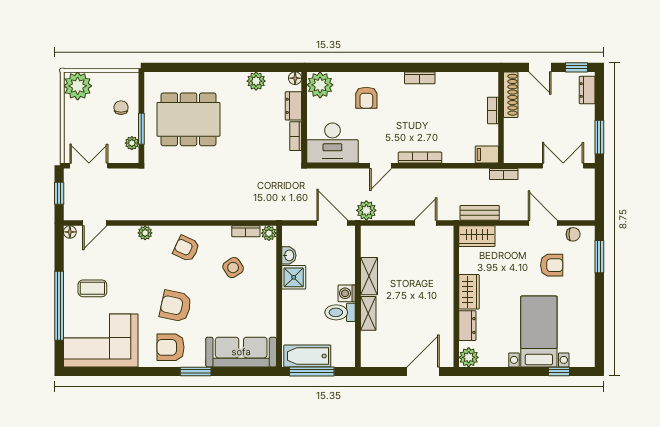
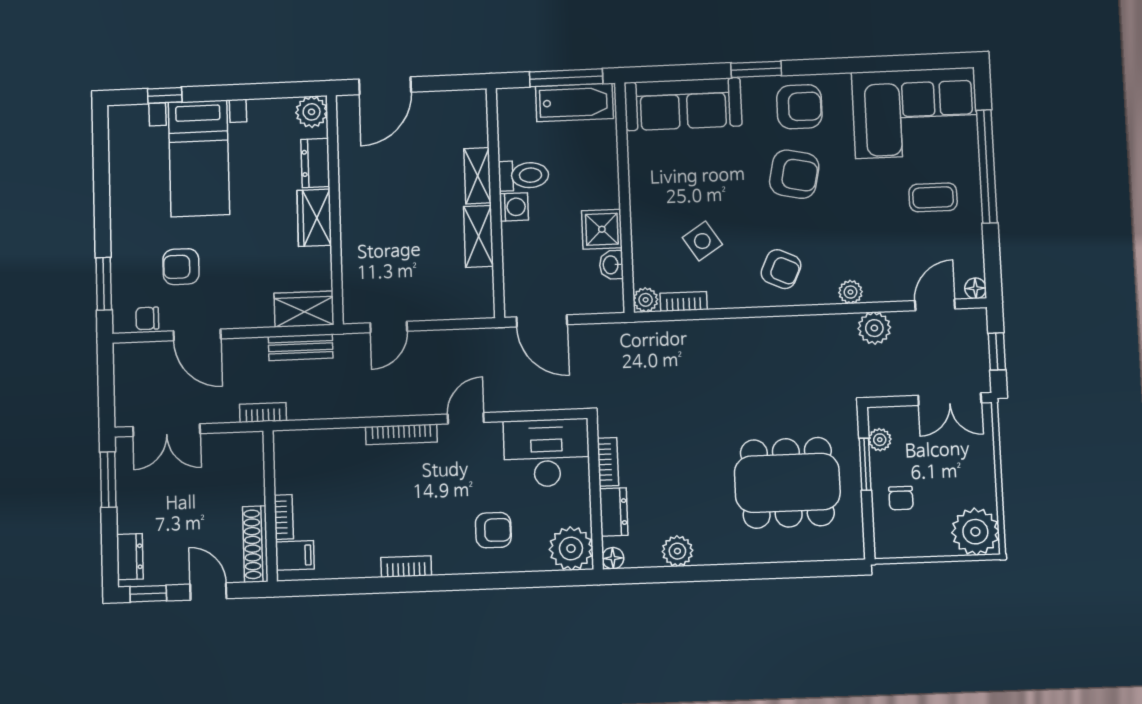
armchair: (366, 98) -> (493, 530), turned 90
filing cabinet: (487, 154) -> (295, 555), moved
plant: (366, 210) -> (874, 328), moved

